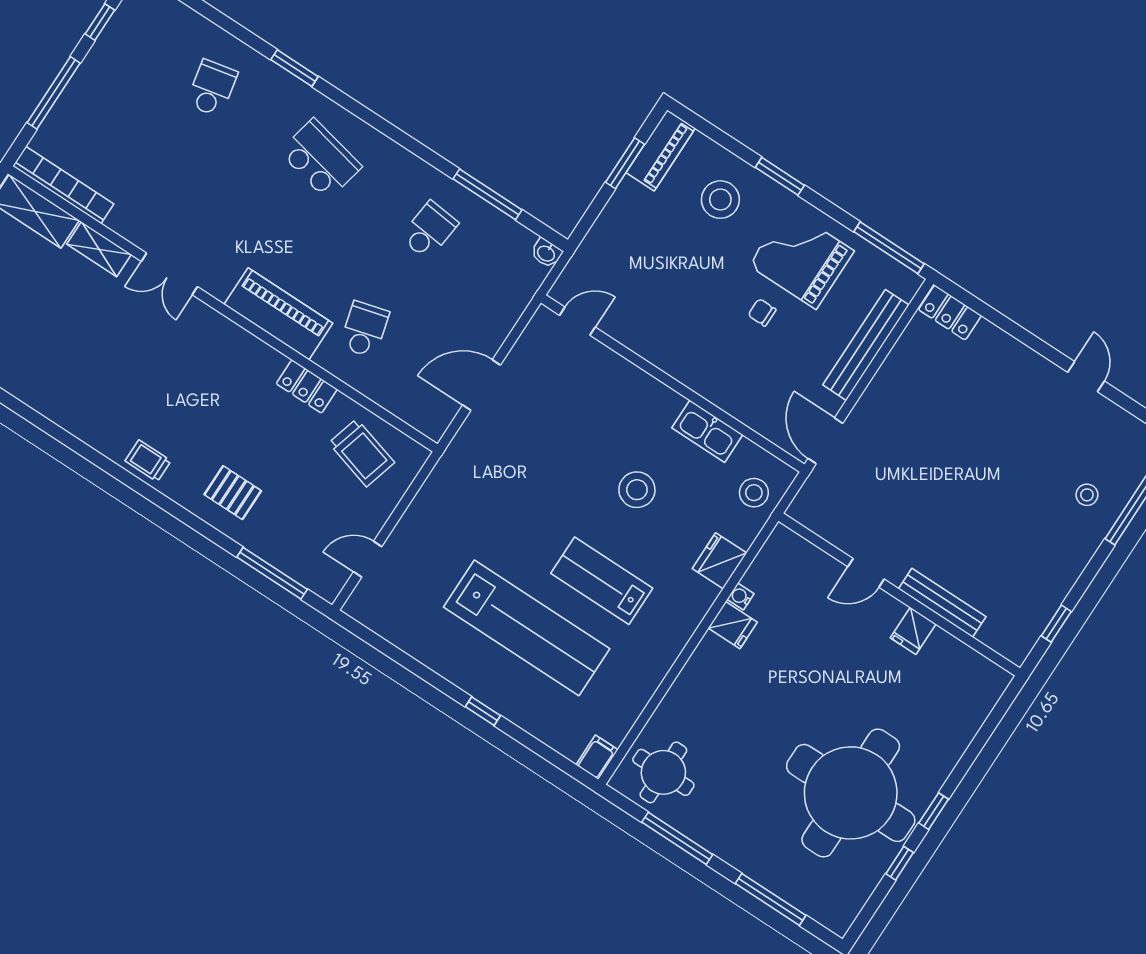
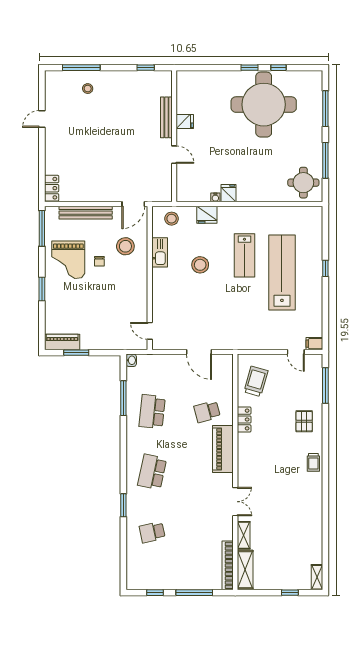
stool: (720, 200) -> (125, 246), moved
school desk: (429, 230) -> (152, 412), width x1.85
filing cabinet: (597, 757) -> (314, 344), moved

